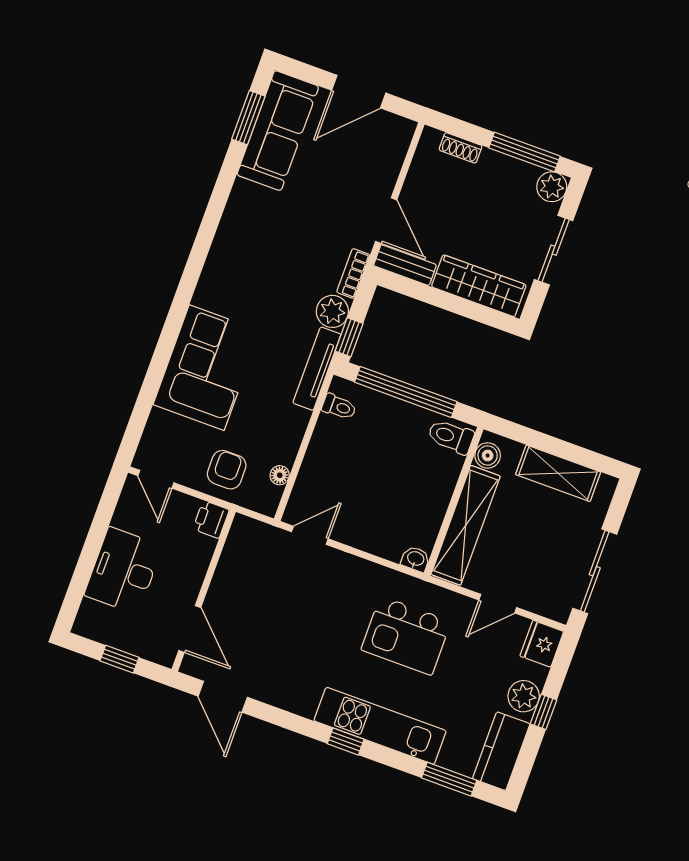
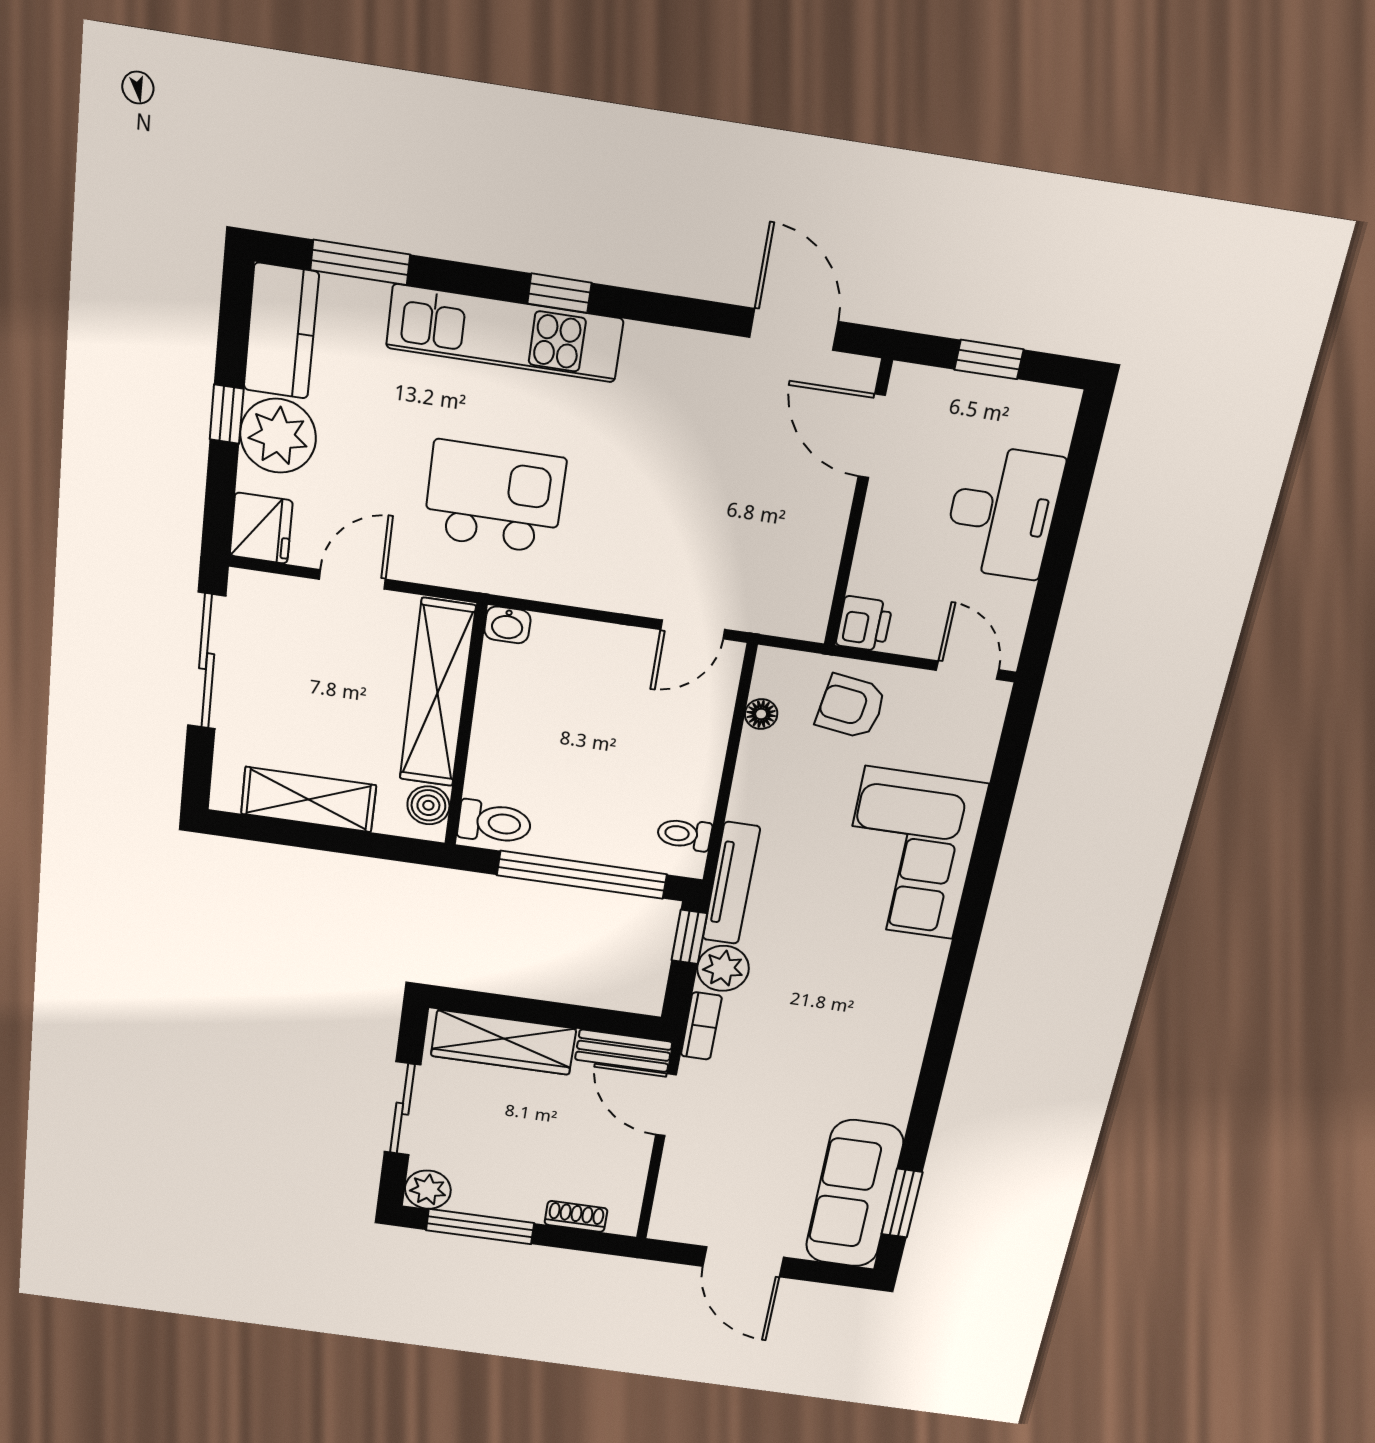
door: (359, 92) -> (743, 1262), swing flipped
armchair: (227, 470) -> (851, 707), turned 98
plant: (524, 696) -> (278, 436), width x1.36, depth x1.36

